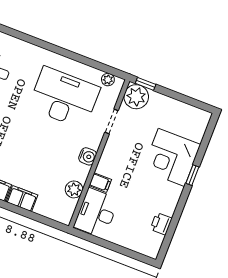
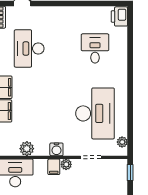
plant: (136, 97) -> (66, 164), moved, width x0.53, depth x0.53
filing cabinet: (100, 183) -> (54, 167), moved

